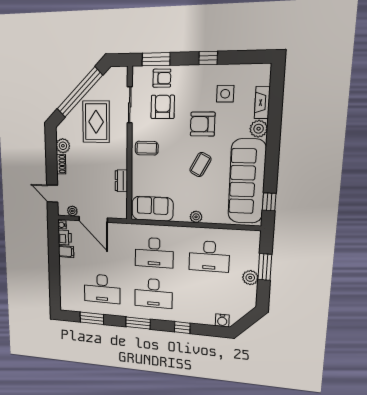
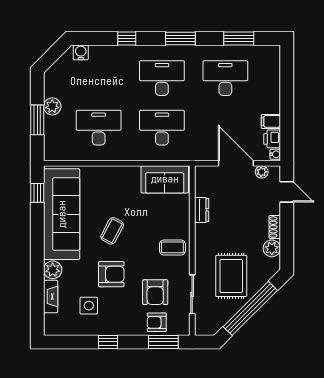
plant: (196, 217) -> (115, 172), removed

